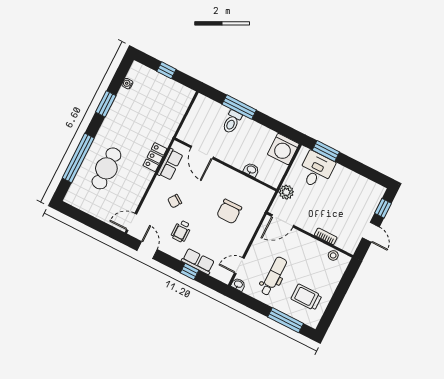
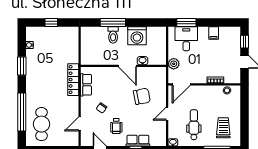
washing machine: (283, 149) -> (137, 36), moved
door: (202, 152) -> (127, 66), moved
locker: (155, 157) -> (73, 80), width x1.53
cafe table: (106, 168) -> (41, 124), moved
filing cabinet: (352, 180) -> (214, 33), added
chair: (229, 211) -> (142, 96), turned -101
door: (131, 222) -> (80, 124), moved
door: (239, 266) -> (167, 114), moved
trolley: (306, 297) -> (223, 128), turned 90

